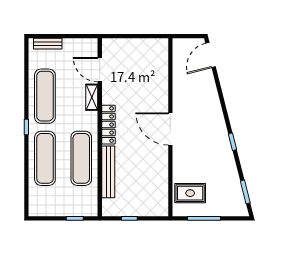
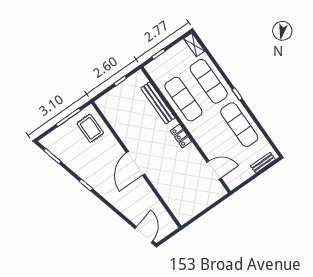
shelving: (92, 97) -> (194, 45), moved
locker: (108, 125) -> (181, 136), width x0.66
door: (170, 129) -> (136, 163), swing flipped
rug: (190, 193) -> (90, 128), turned 90

